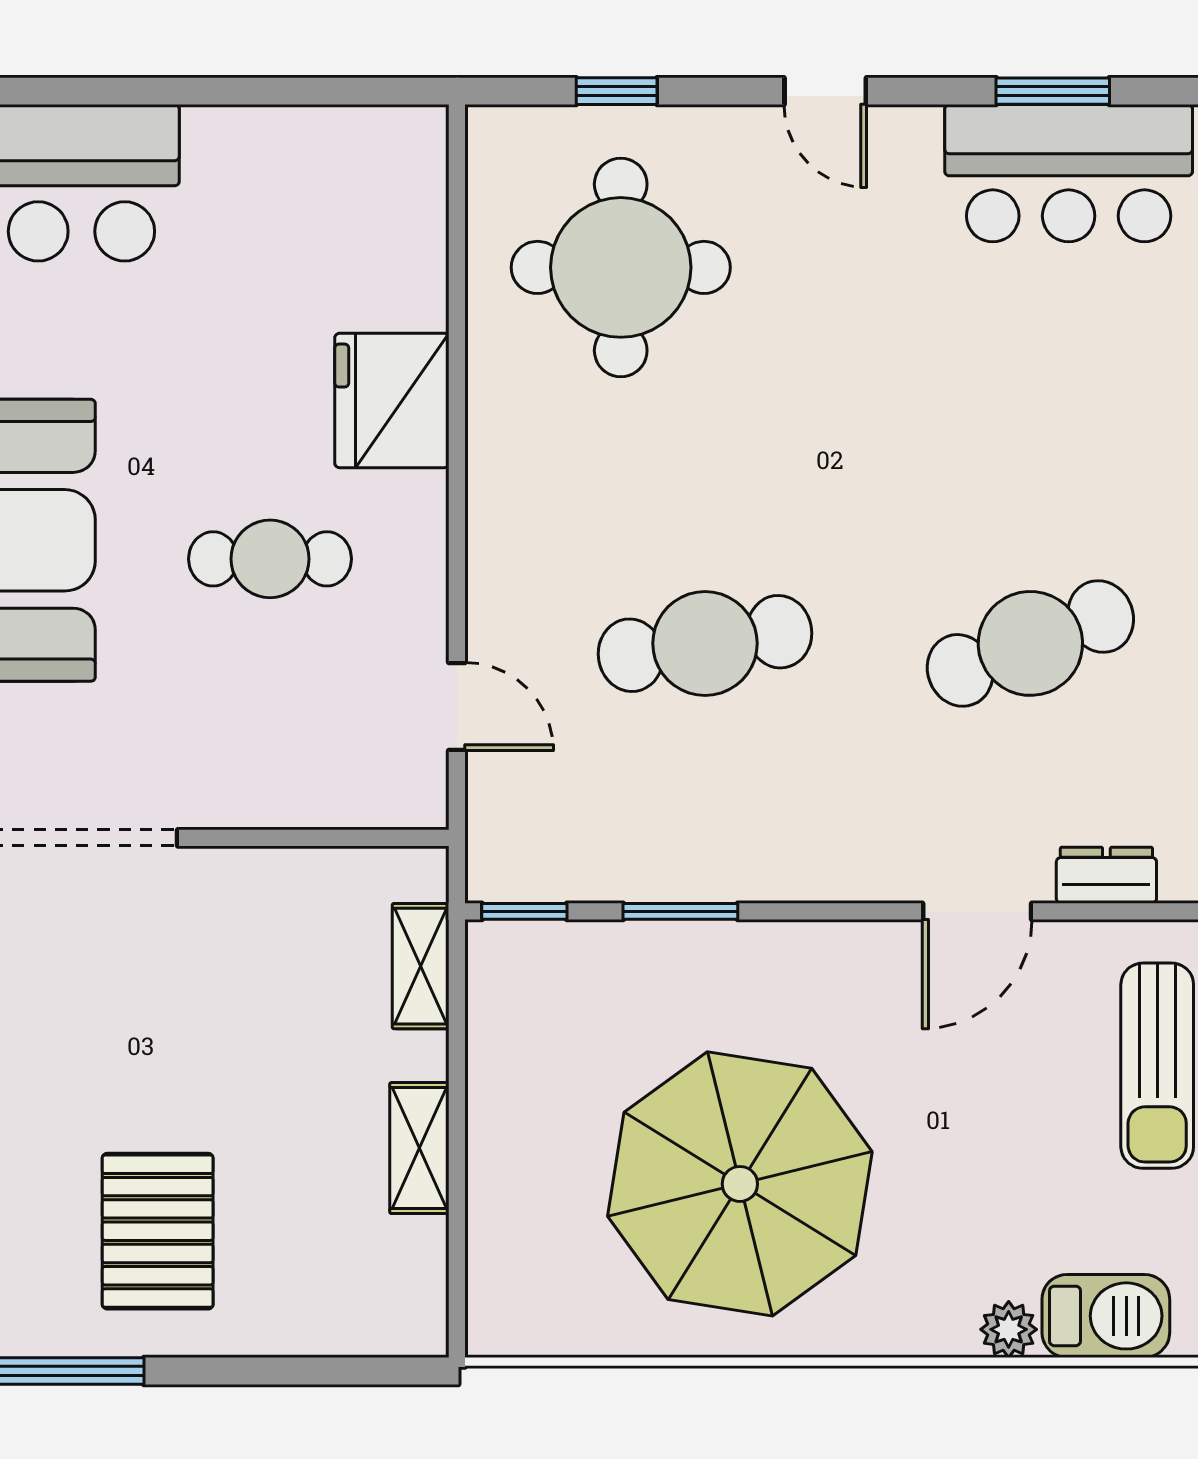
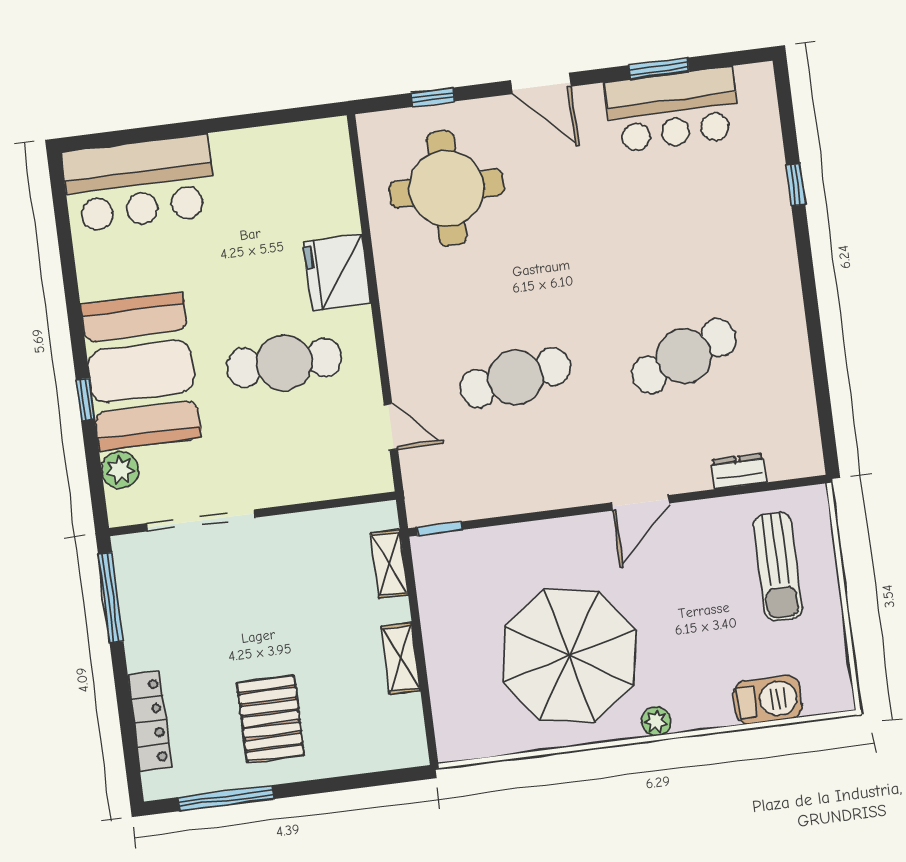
door: (825, 91) -> (541, 83), width x1.38
cafe table: (270, 559) -> (284, 363), width x1.37, depth x1.35
window: (680, 911) -> (520, 518), removed
door: (977, 911) -> (641, 503), moved
plant: (1009, 1329) -> (656, 721), moved

